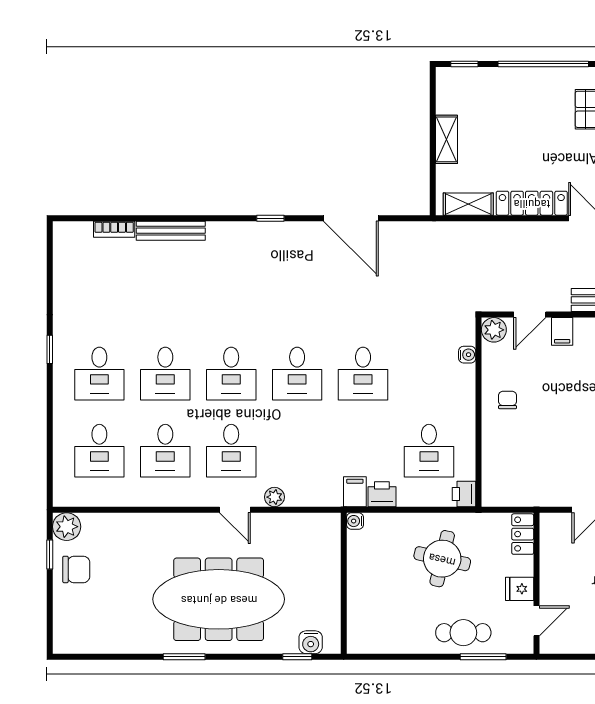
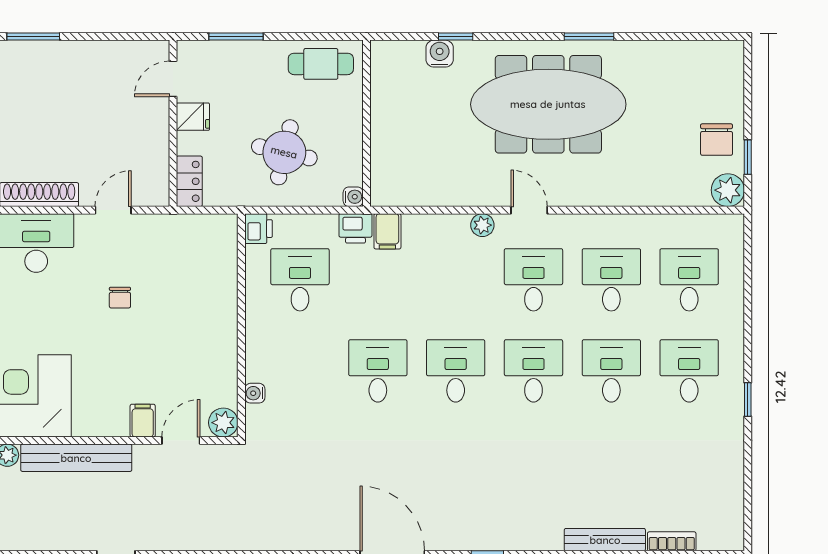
chair: (508, 400) -> (120, 298), moved
water cooler: (355, 521) -> (353, 197), moved
chair: (76, 569) -> (717, 140), turned -90
wall: (344, 583) -> (367, 123), moved
cafe table: (463, 633) -> (321, 64), moved

